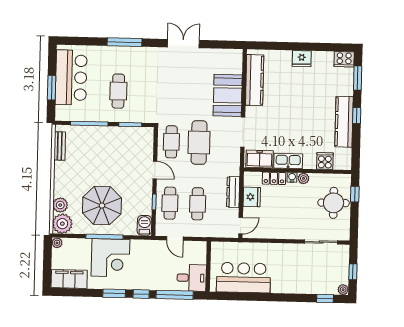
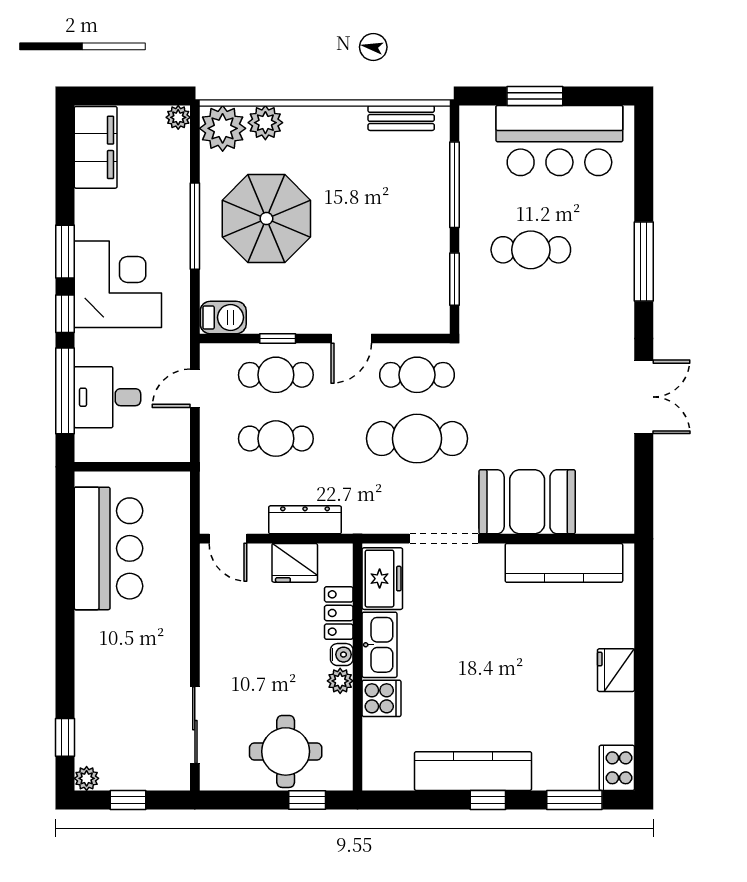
cooker: (325, 161) -> (382, 698), moved
corner desk: (110, 258) -> (118, 284), moved, turned 180
desk: (192, 278) -> (107, 397), moved, turned 90

